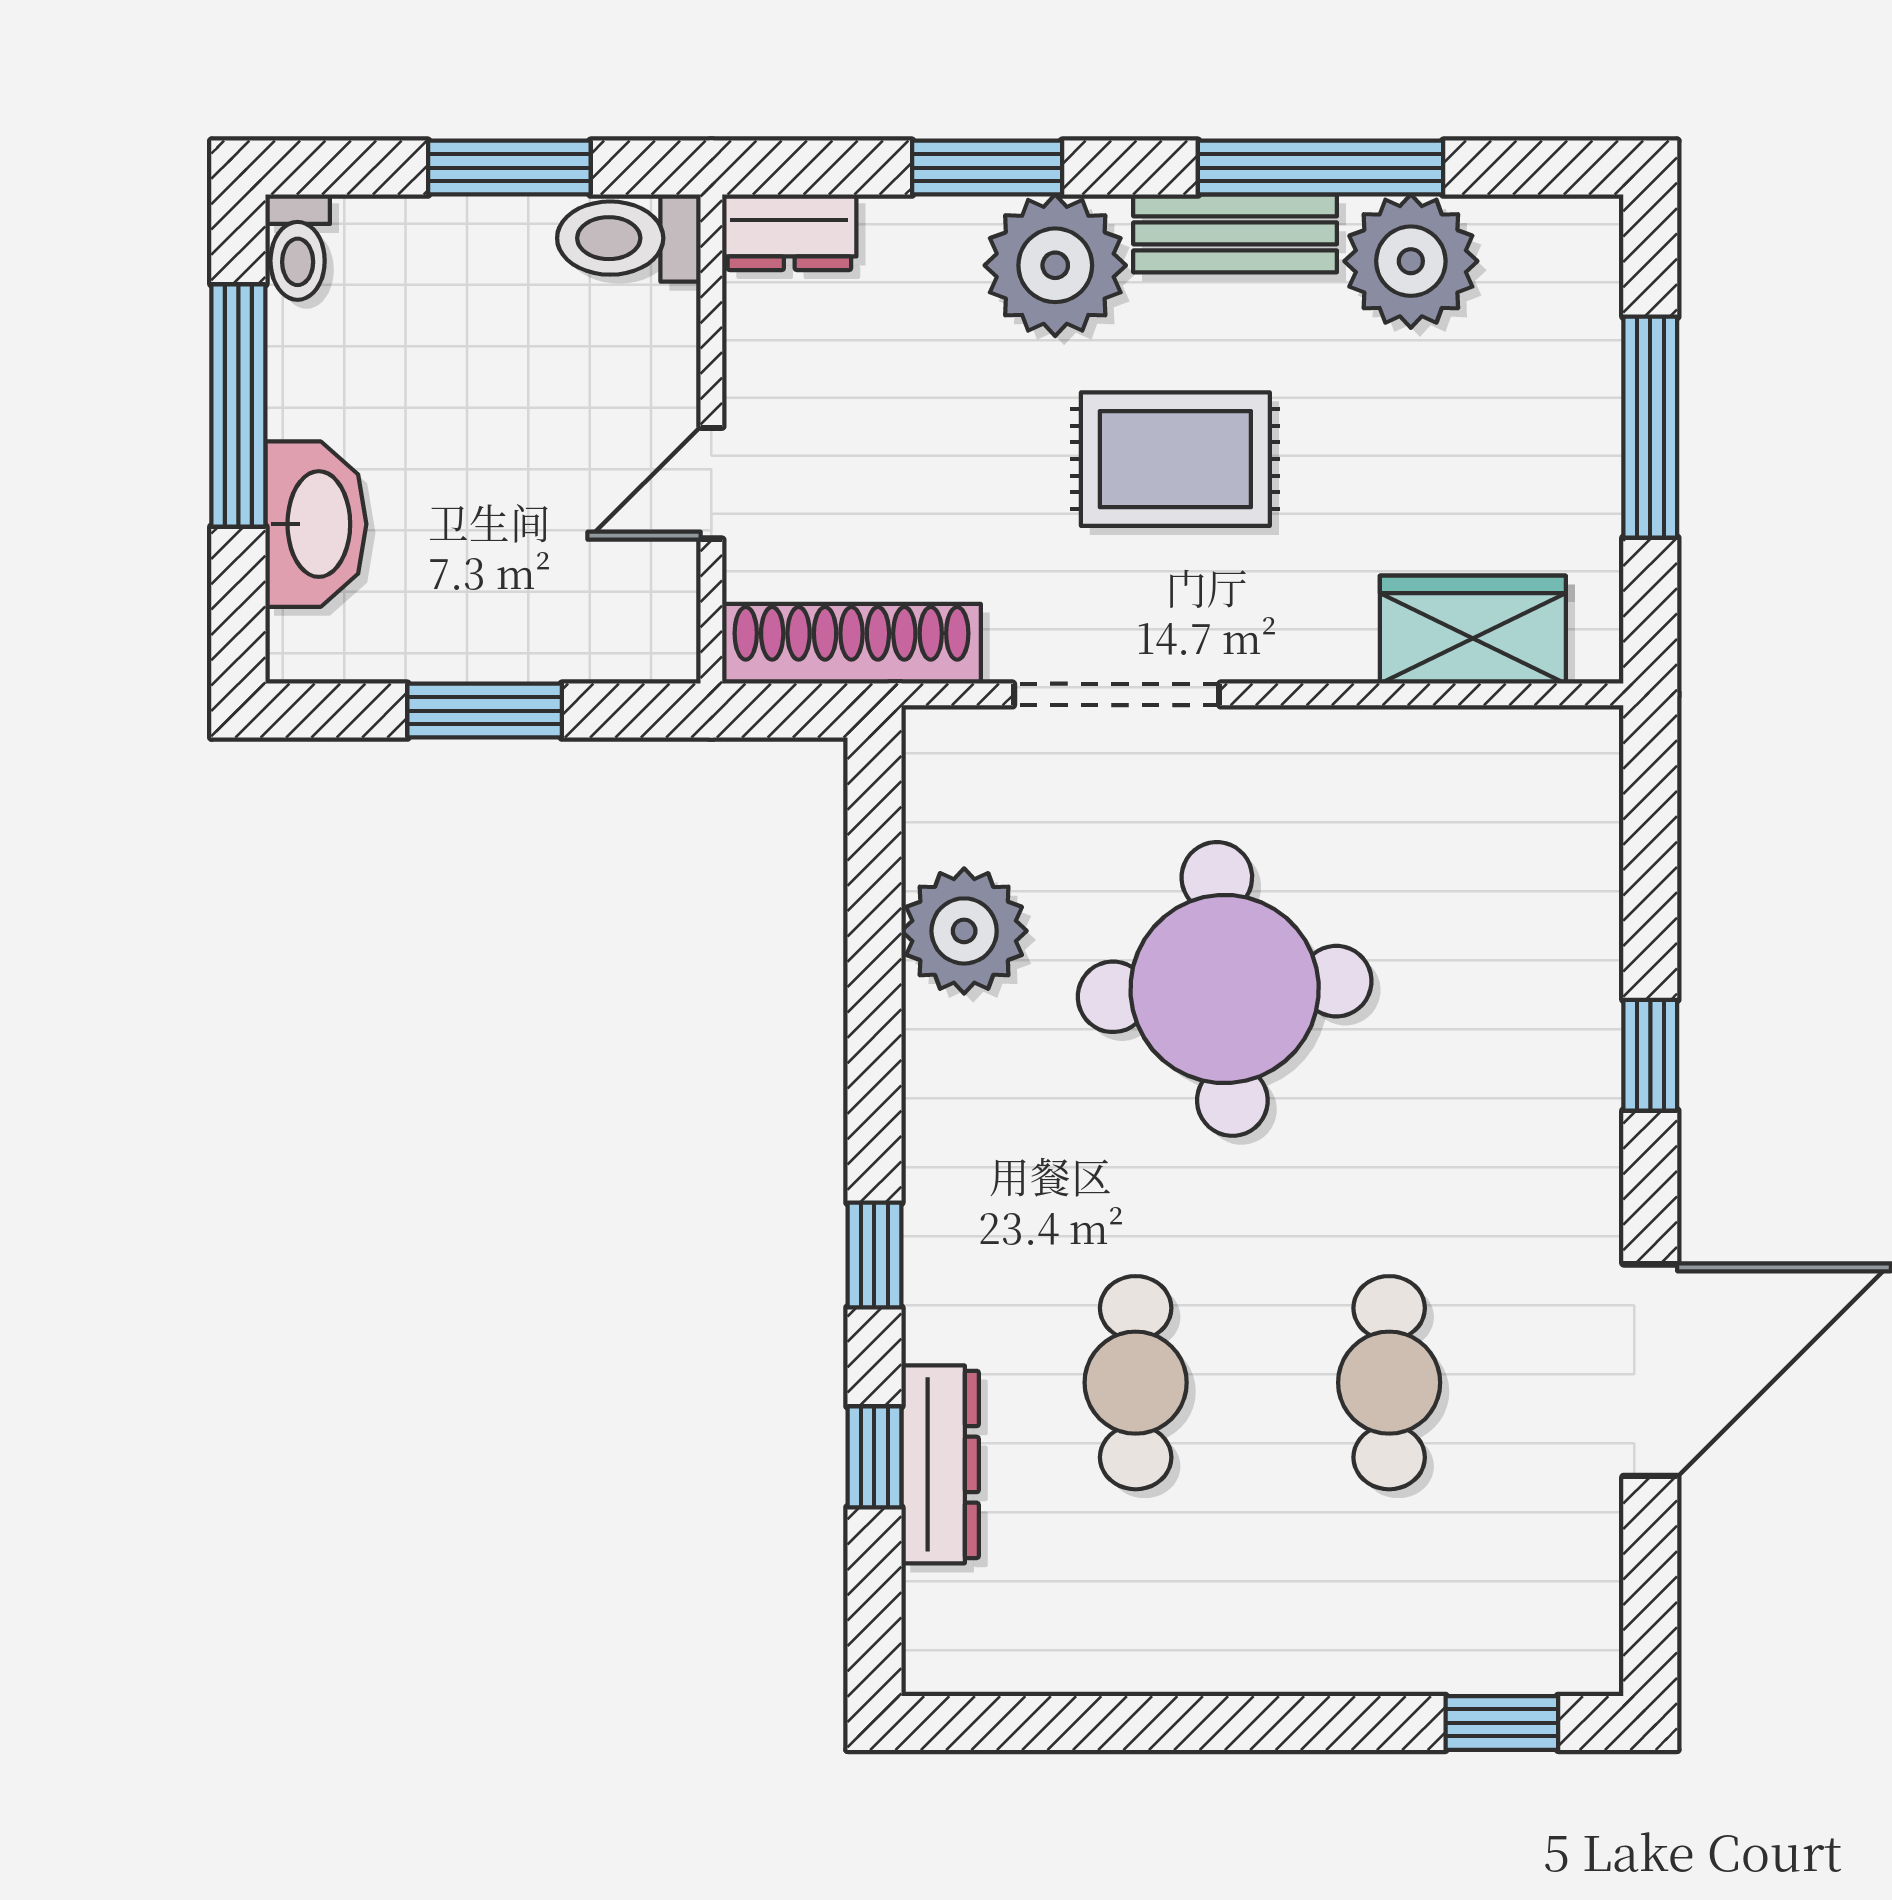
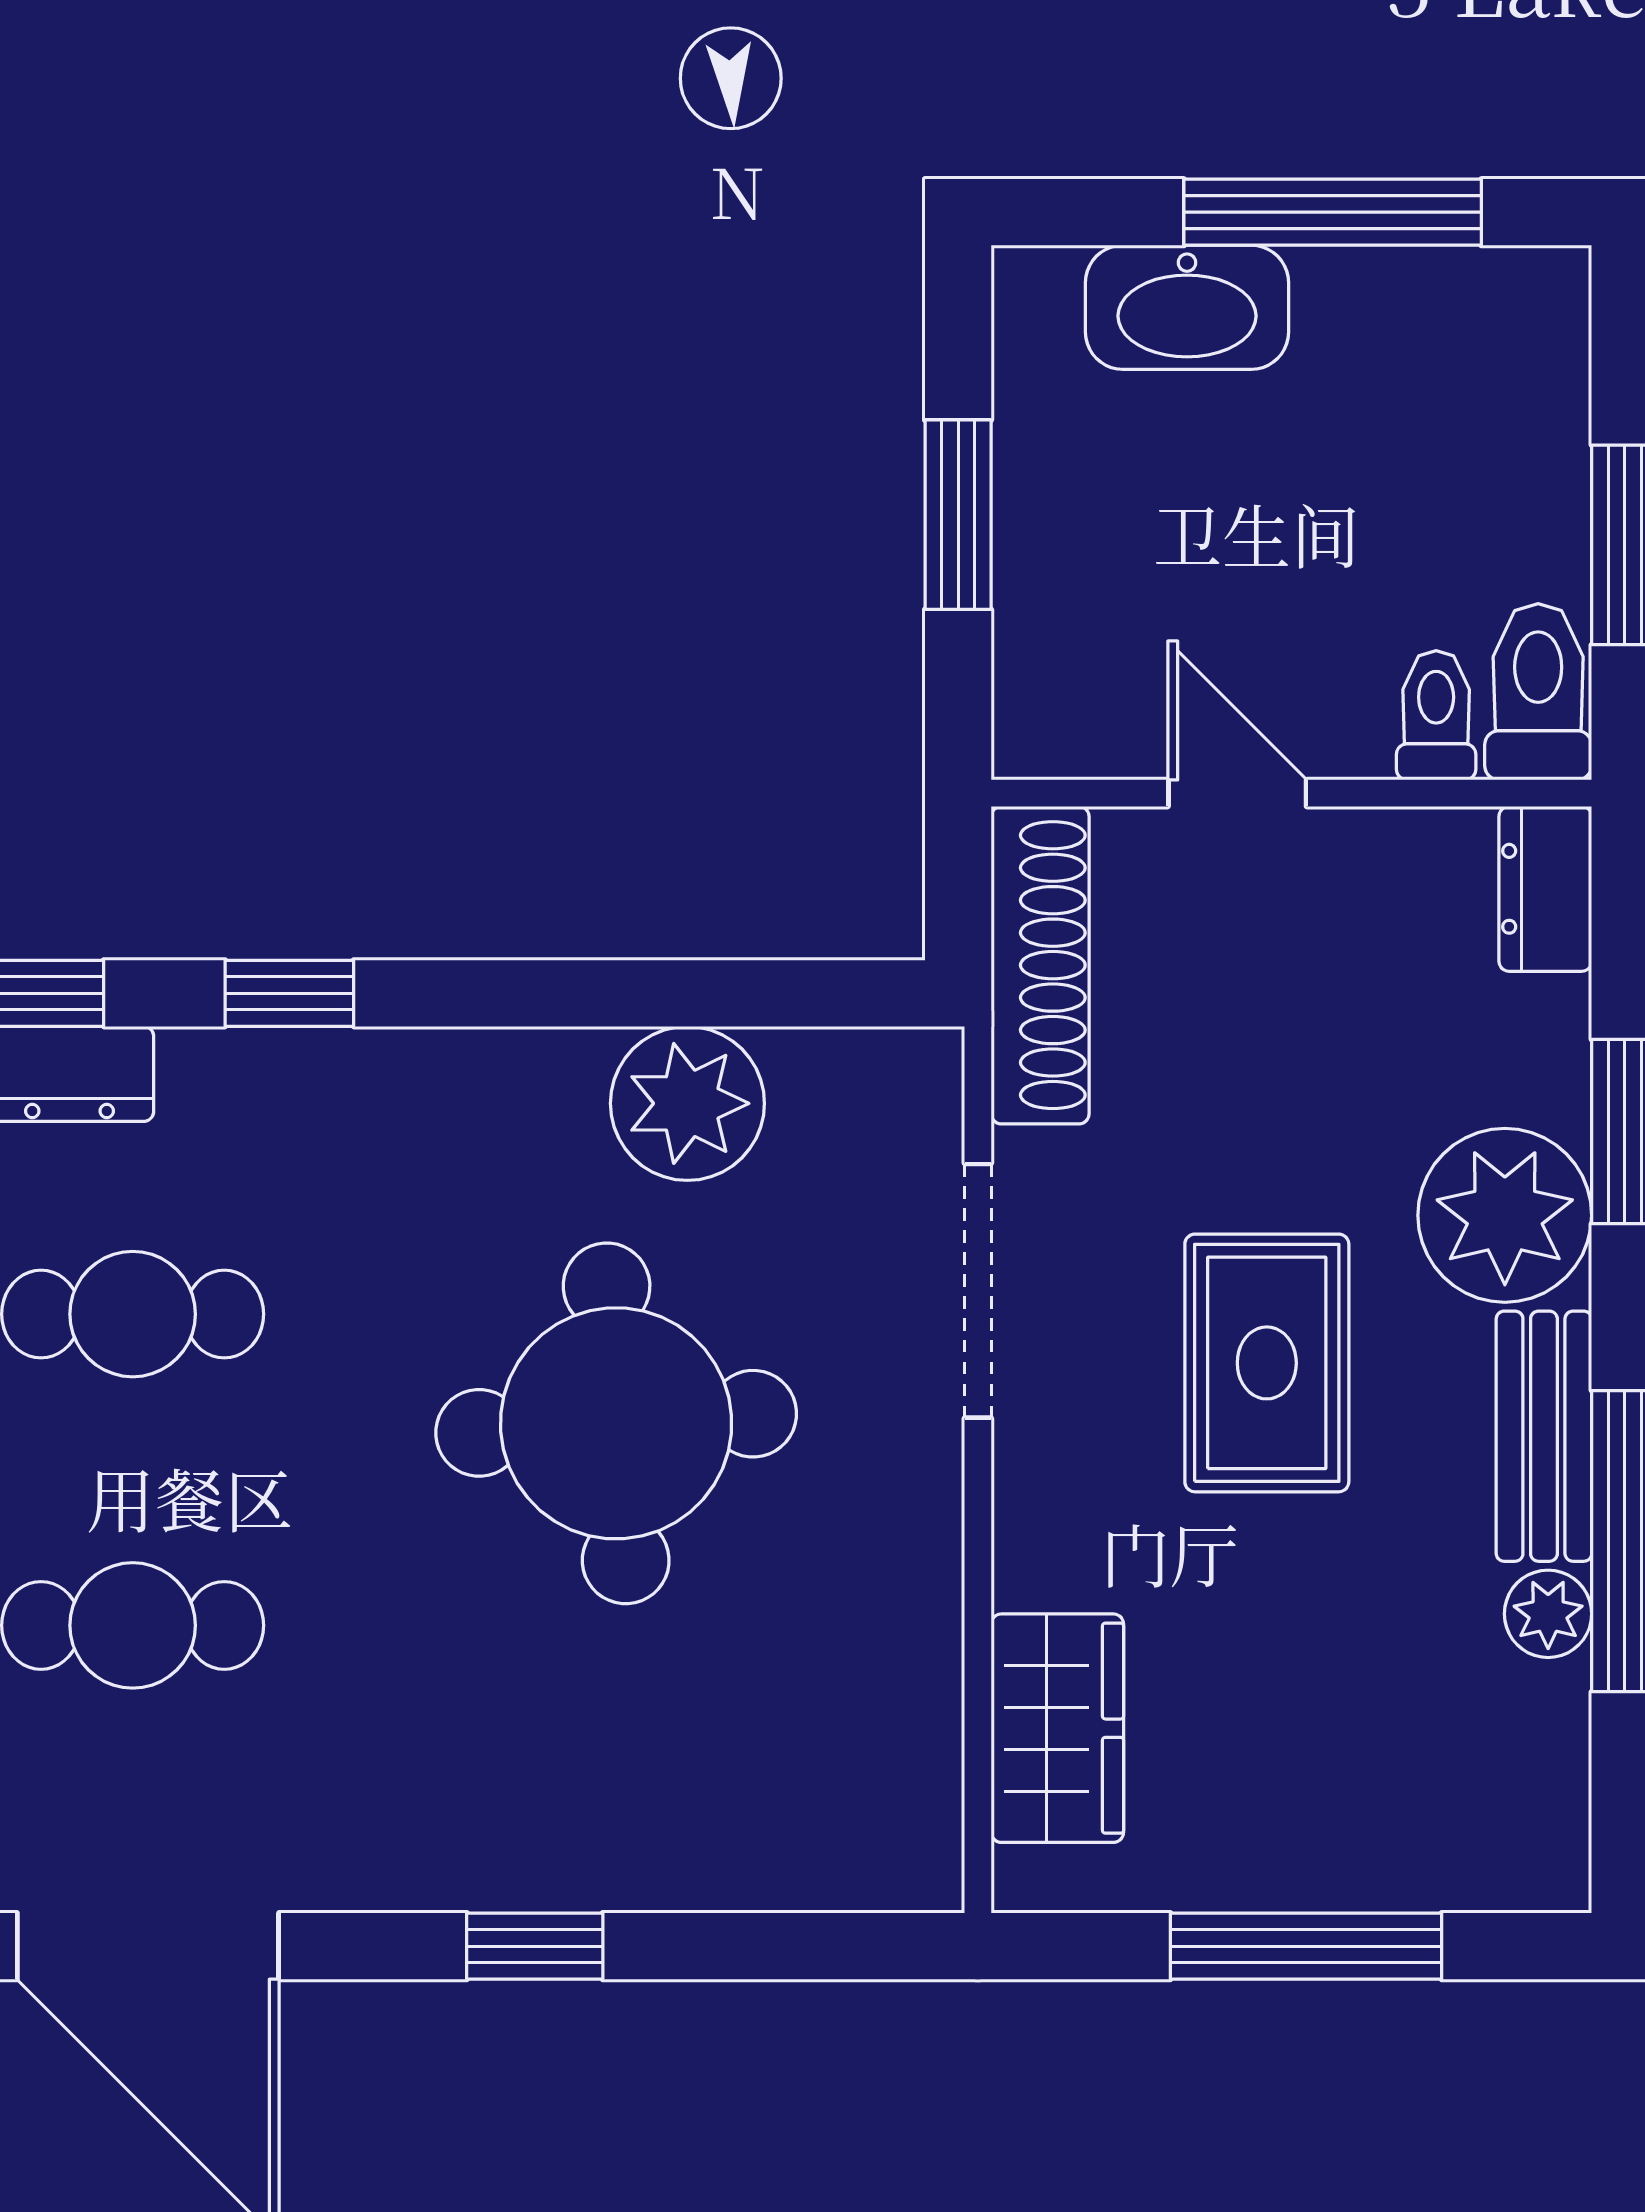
toilet: (298, 247) -> (1436, 715), moved, turned 90
plant: (1411, 261) -> (1548, 1614), width x0.53, depth x0.53

